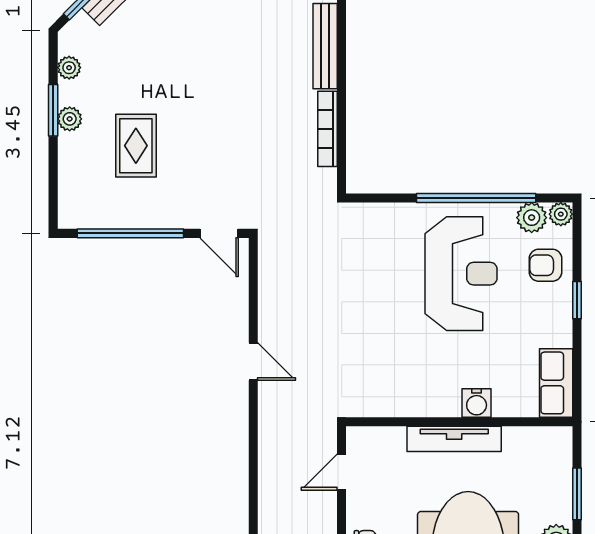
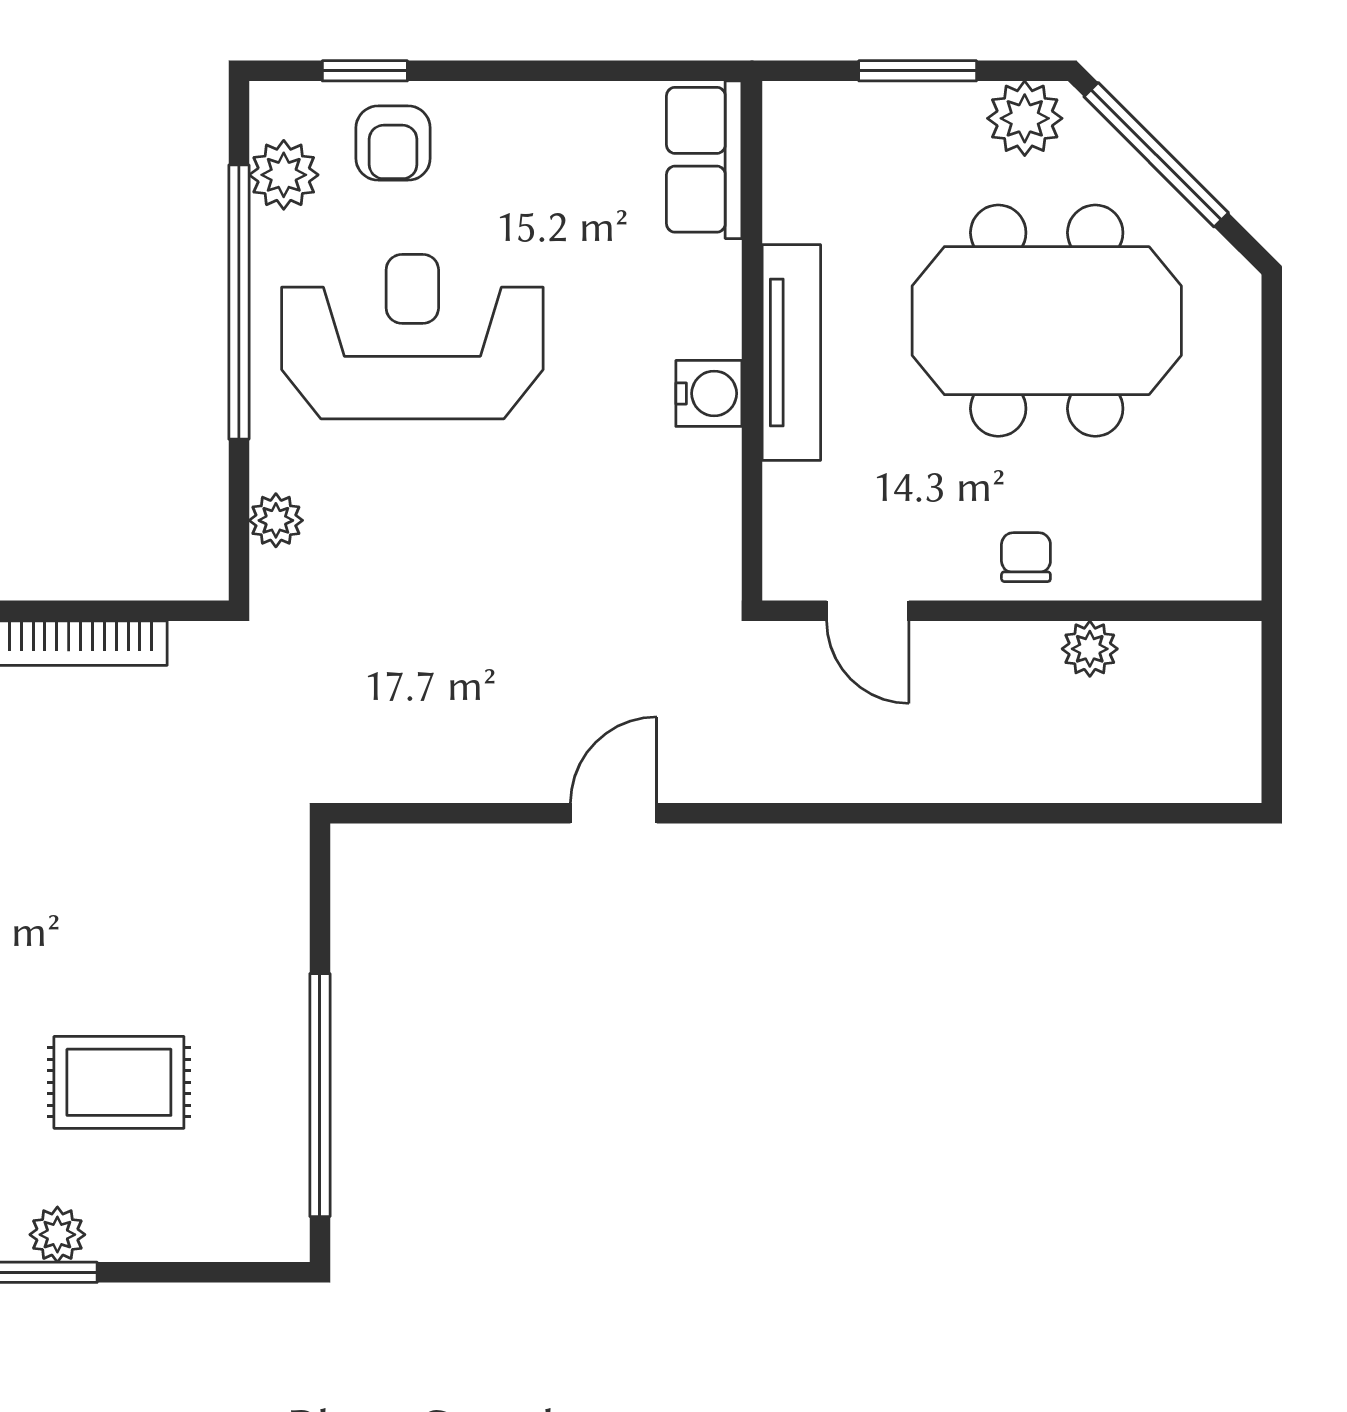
plant: (561, 214) -> (276, 520), moved
door: (219, 233) -> (320, 892), removed
window: (577, 300) -> (365, 71), moved
row of seats: (556, 383) -> (704, 160), moved, turned 90
water cooler: (477, 403) -> (709, 393), moved

